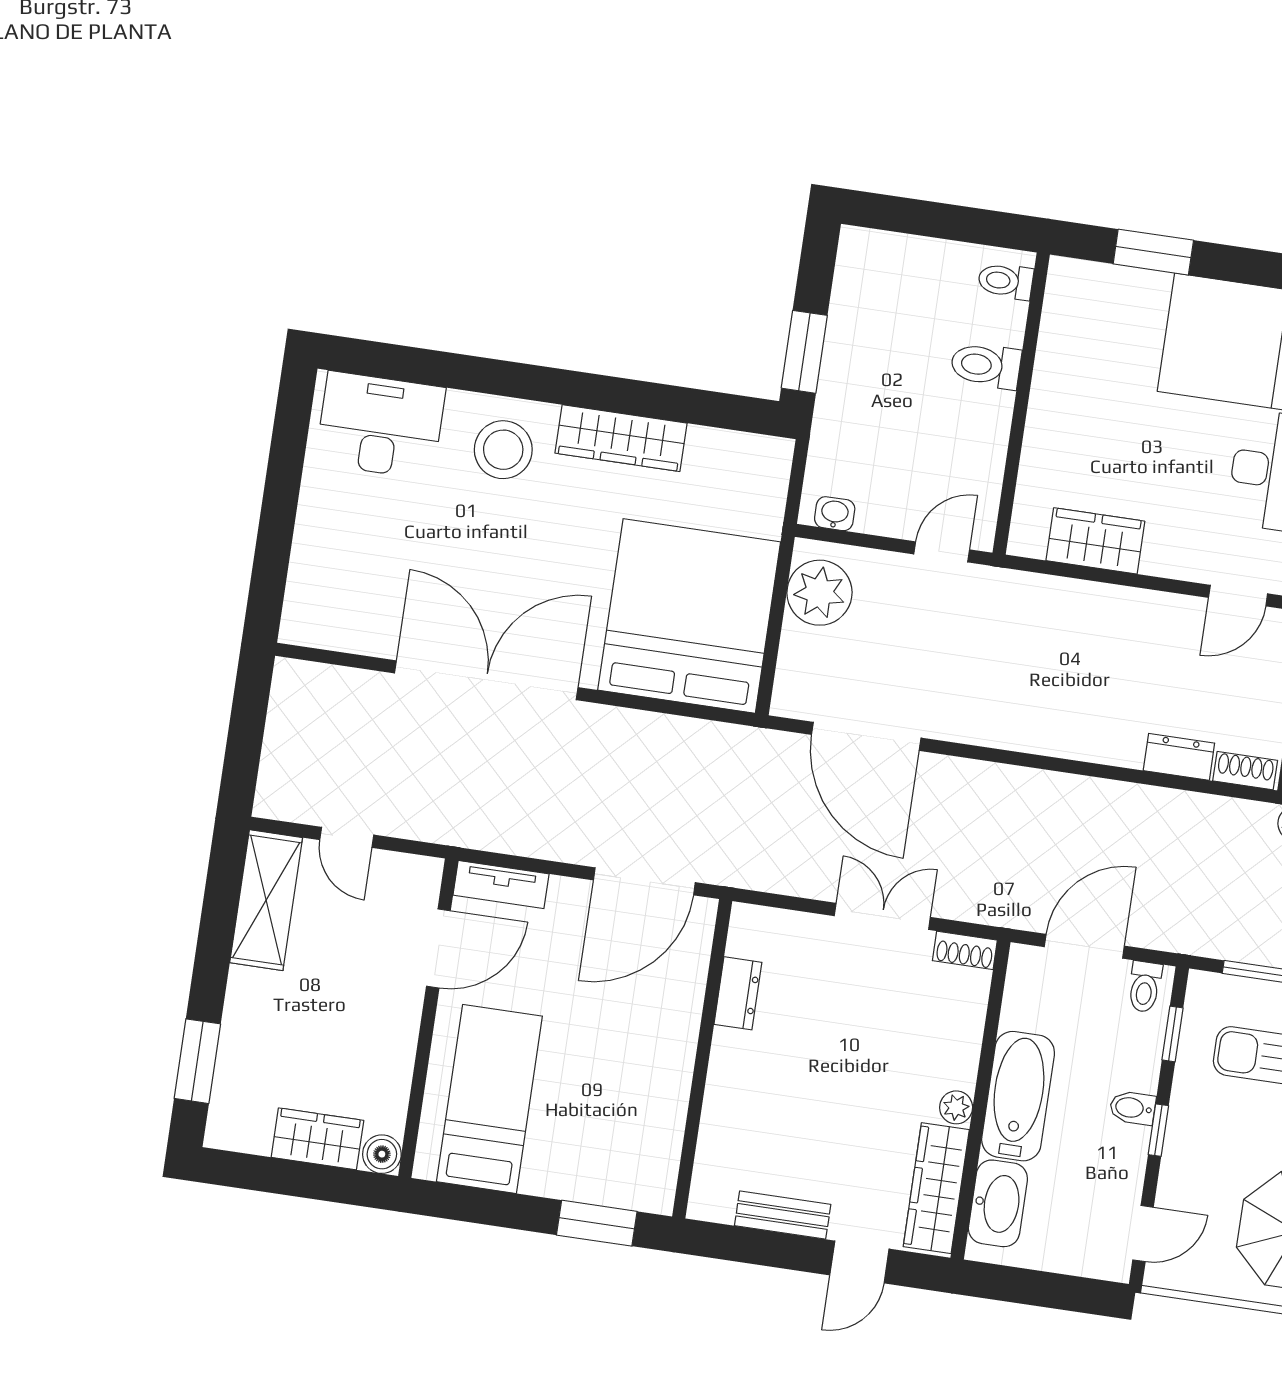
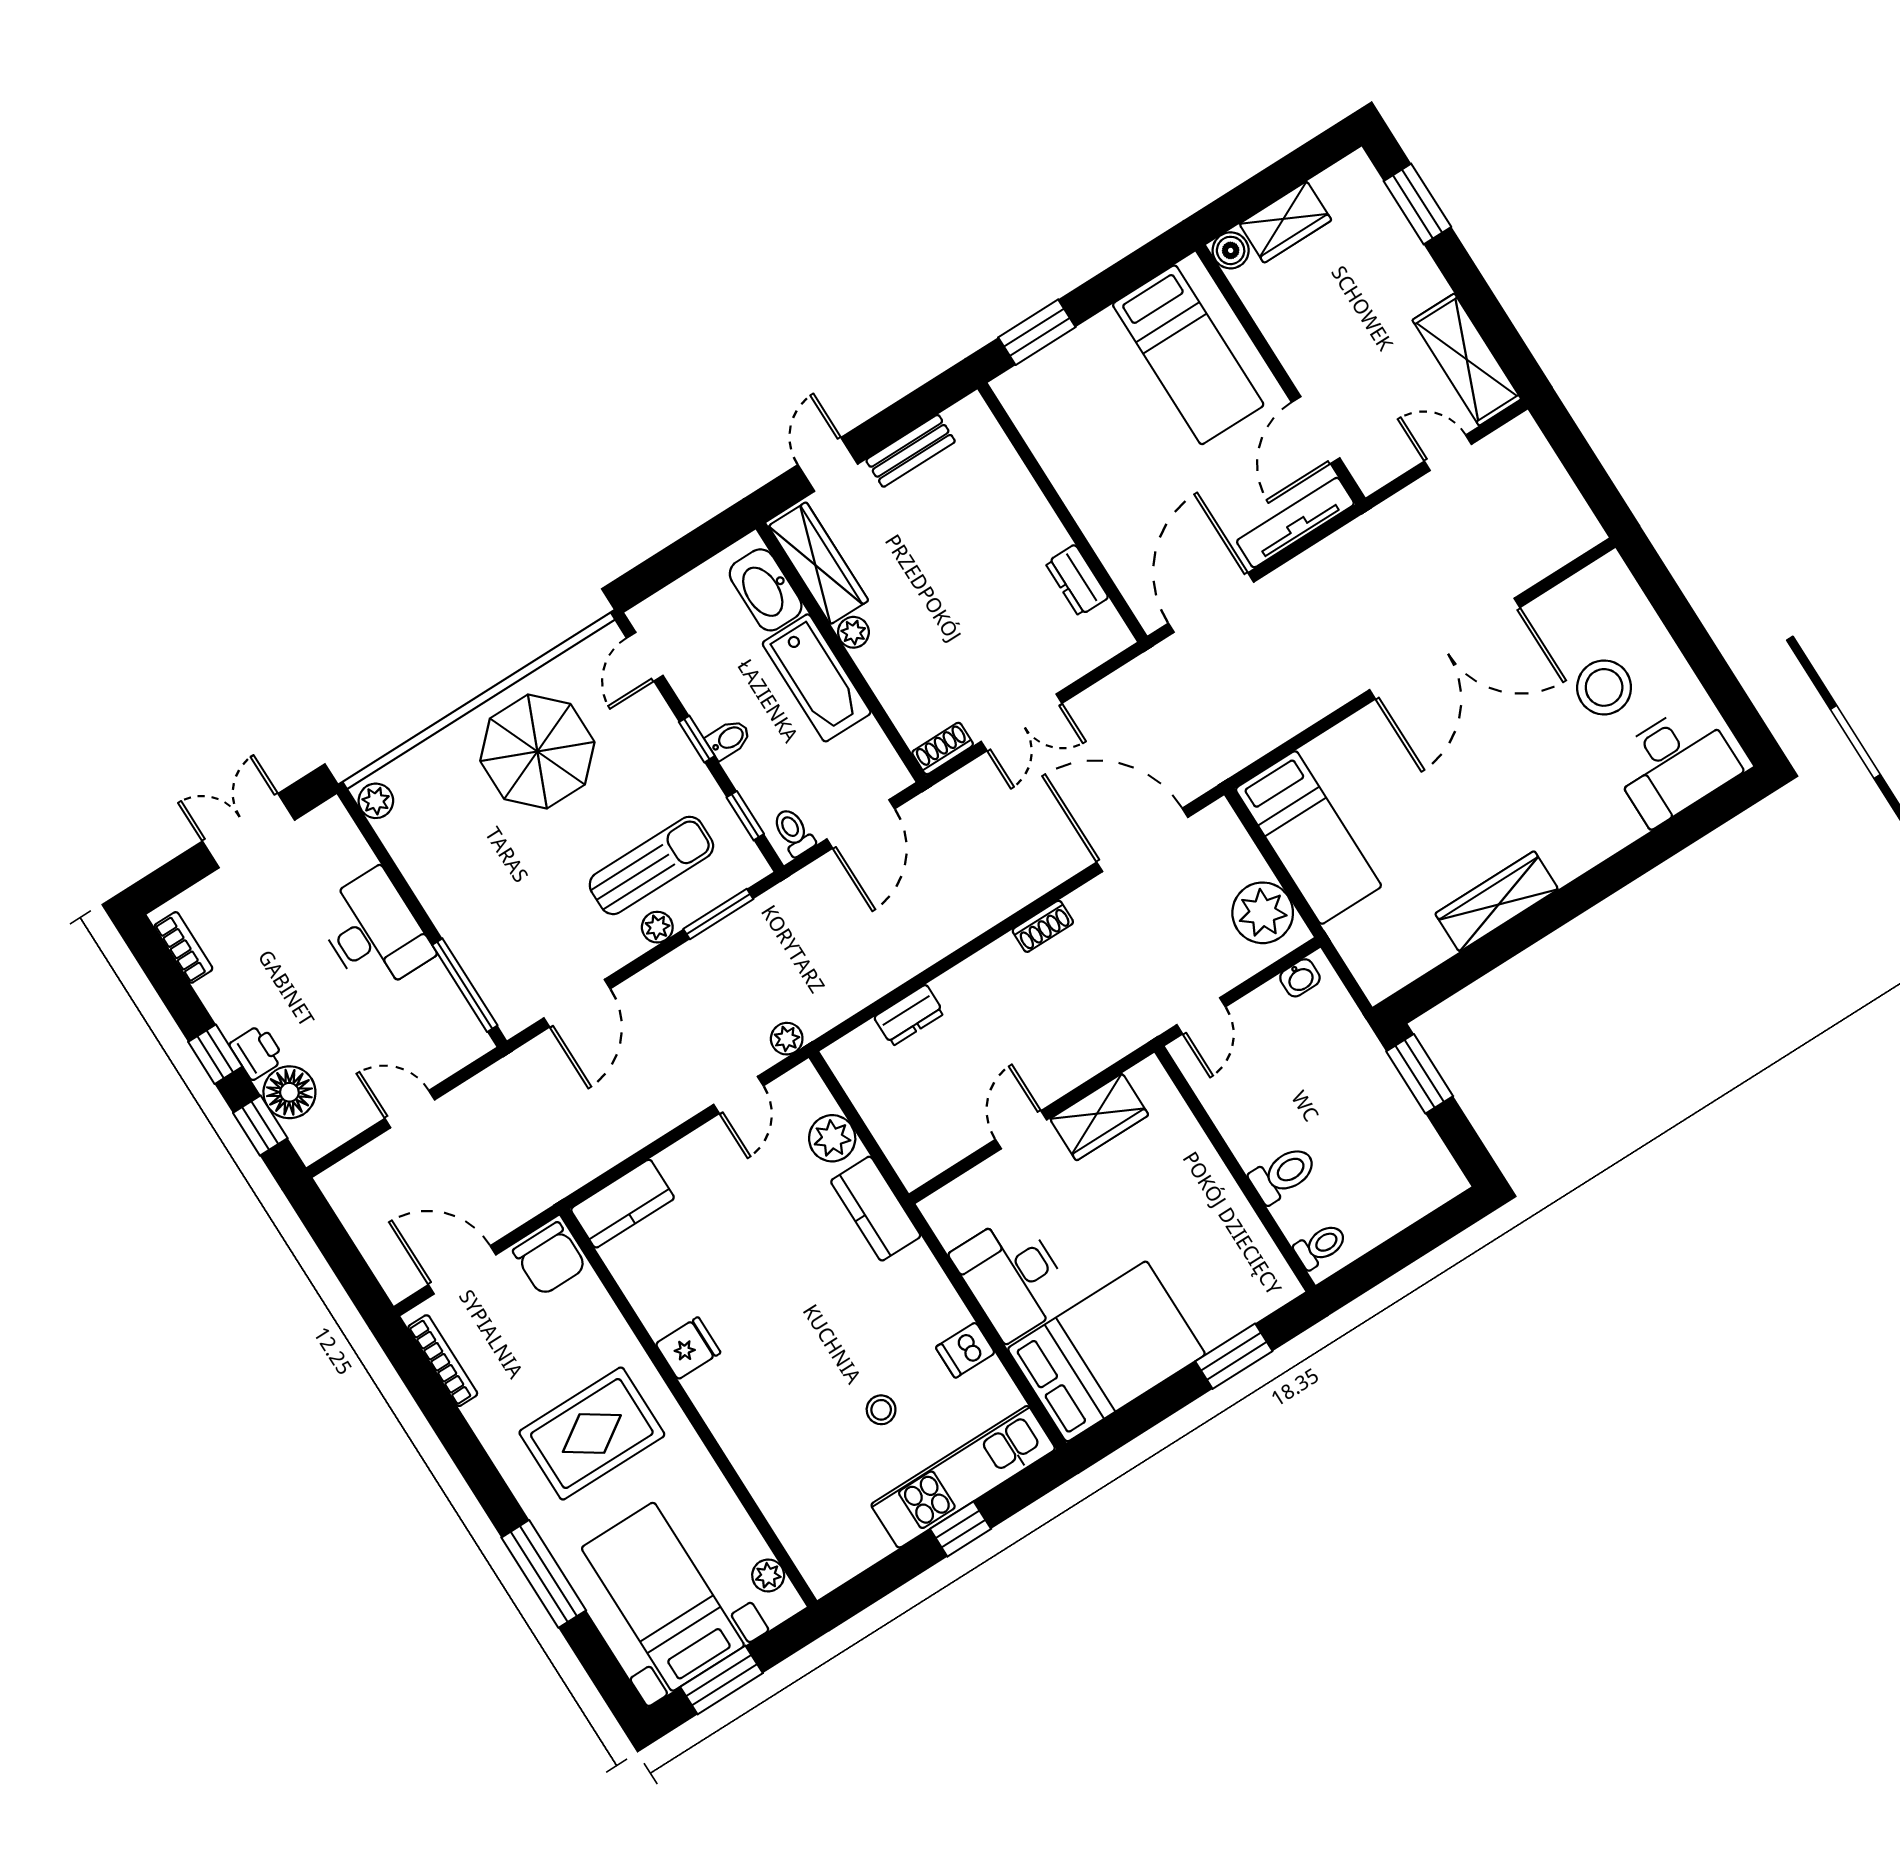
stool: (503, 450) -> (1604, 687), moved
door: (1238, 596) -> (1021, 1130), moved
bed: (689, 616) -> (1308, 838), width x0.49
shoe rack: (1245, 771) -> (1043, 926), moved
tv unit: (501, 885) -> (1295, 523), width x1.41

